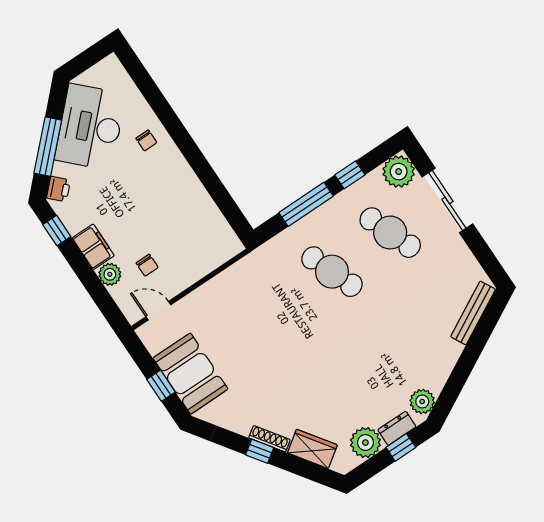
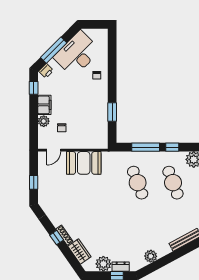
window: (212, 184) -> (112, 112), added
door: (158, 311) -> (54, 150), swing flipped
booth: (190, 374) -> (84, 163), moved, turned 90
plant: (422, 401) -> (151, 256), moved

